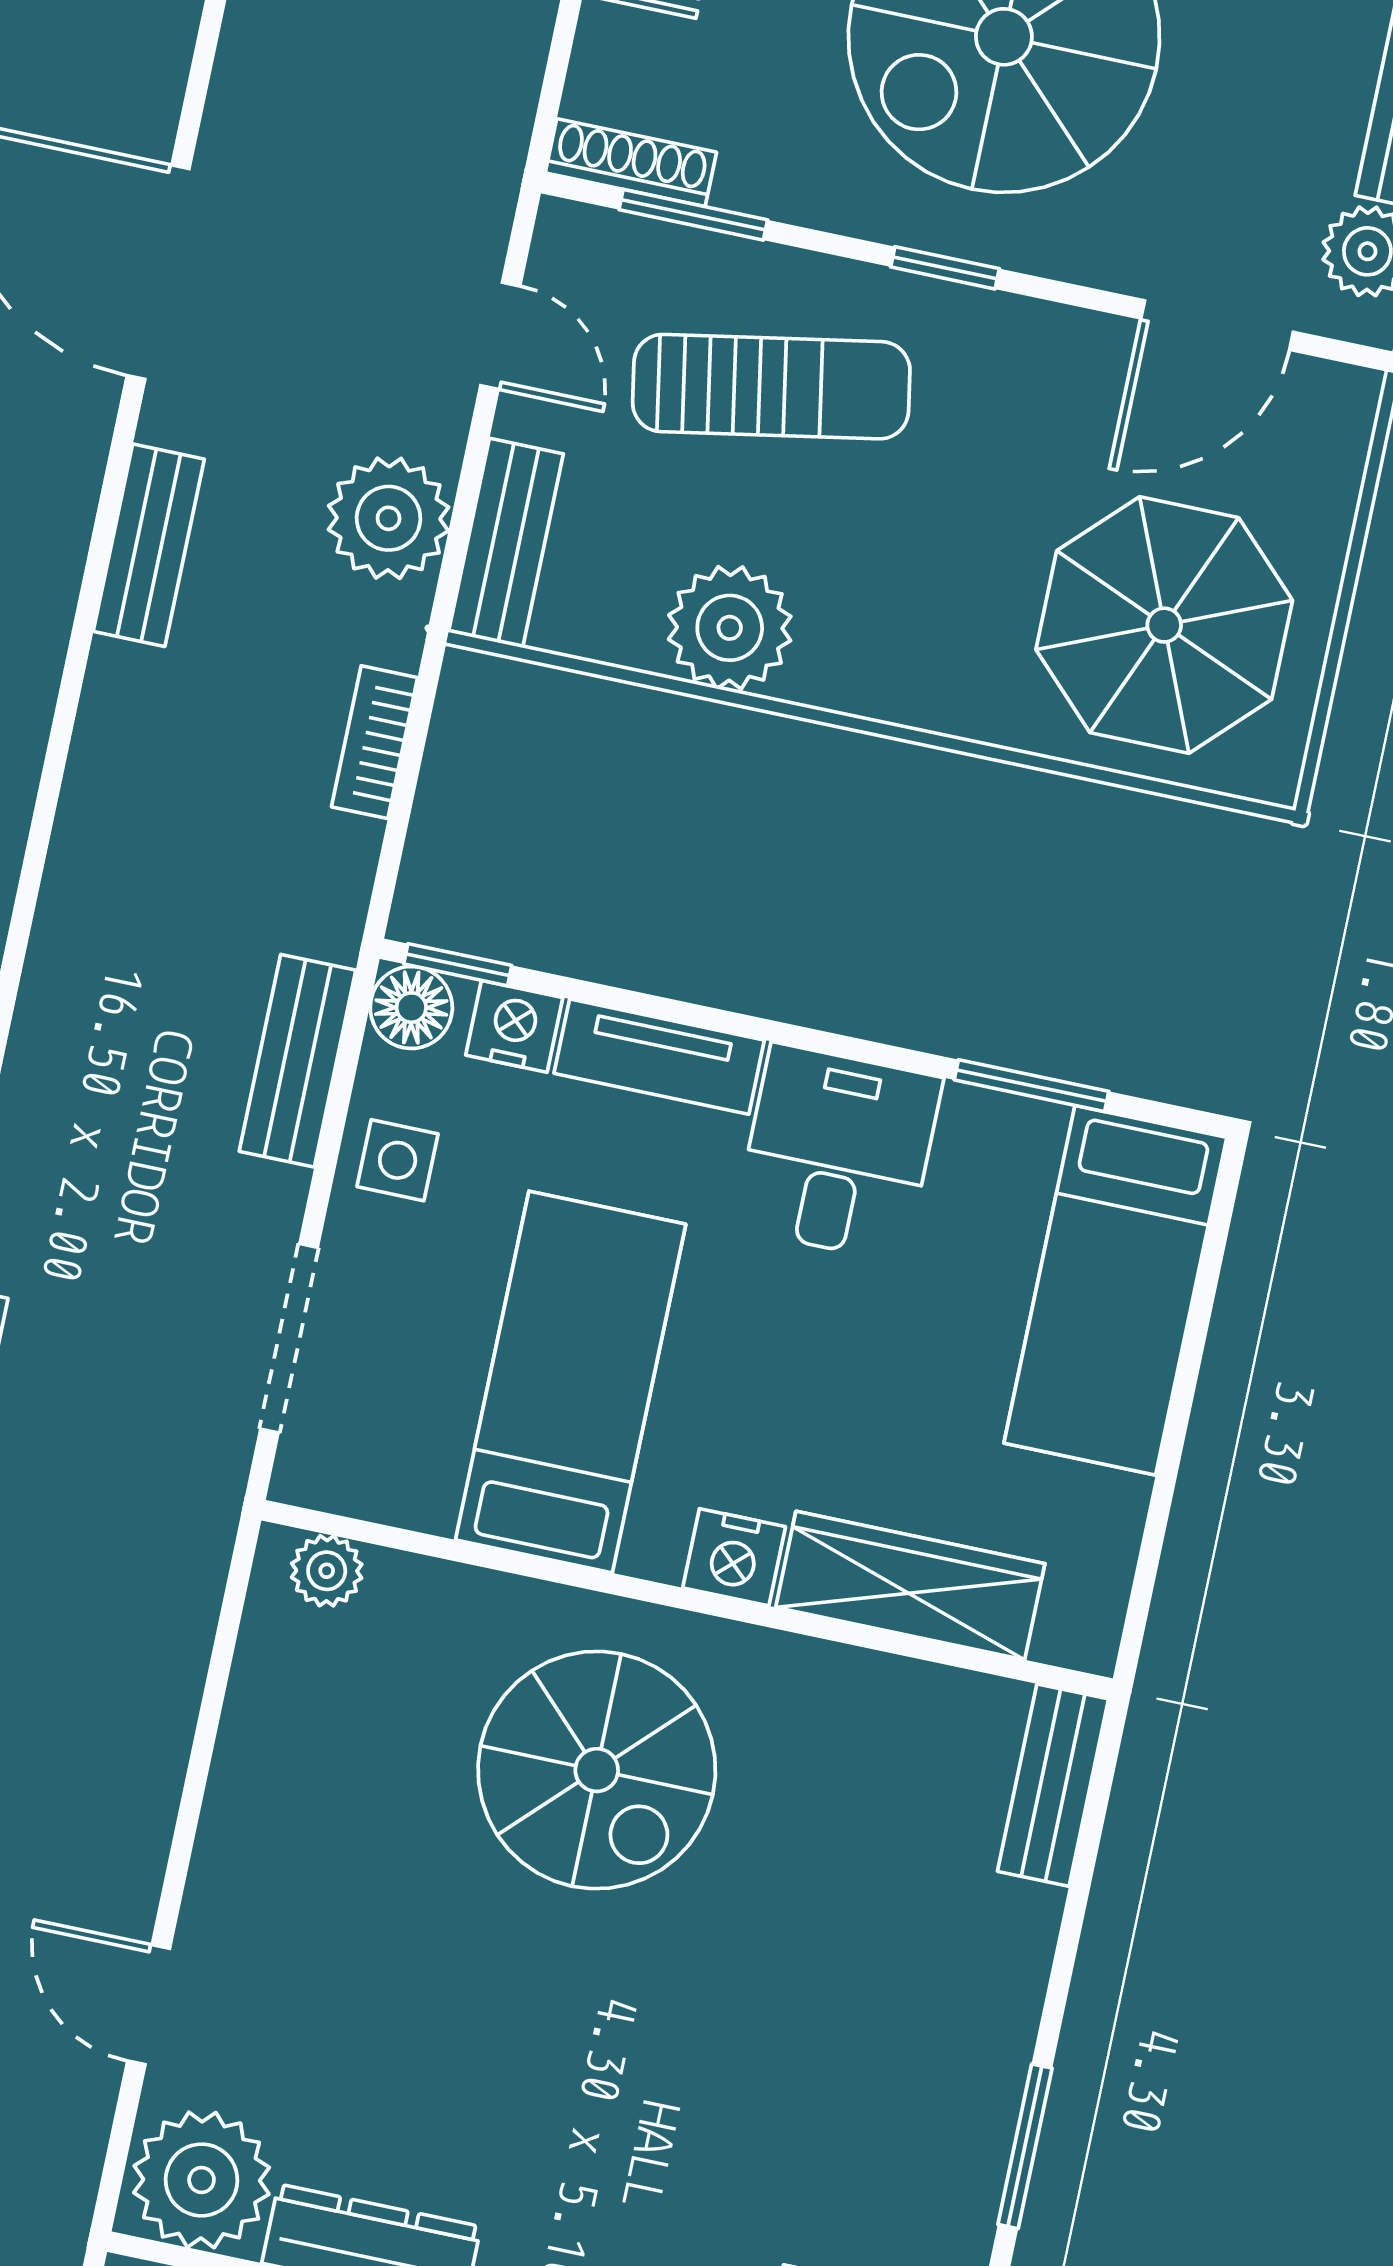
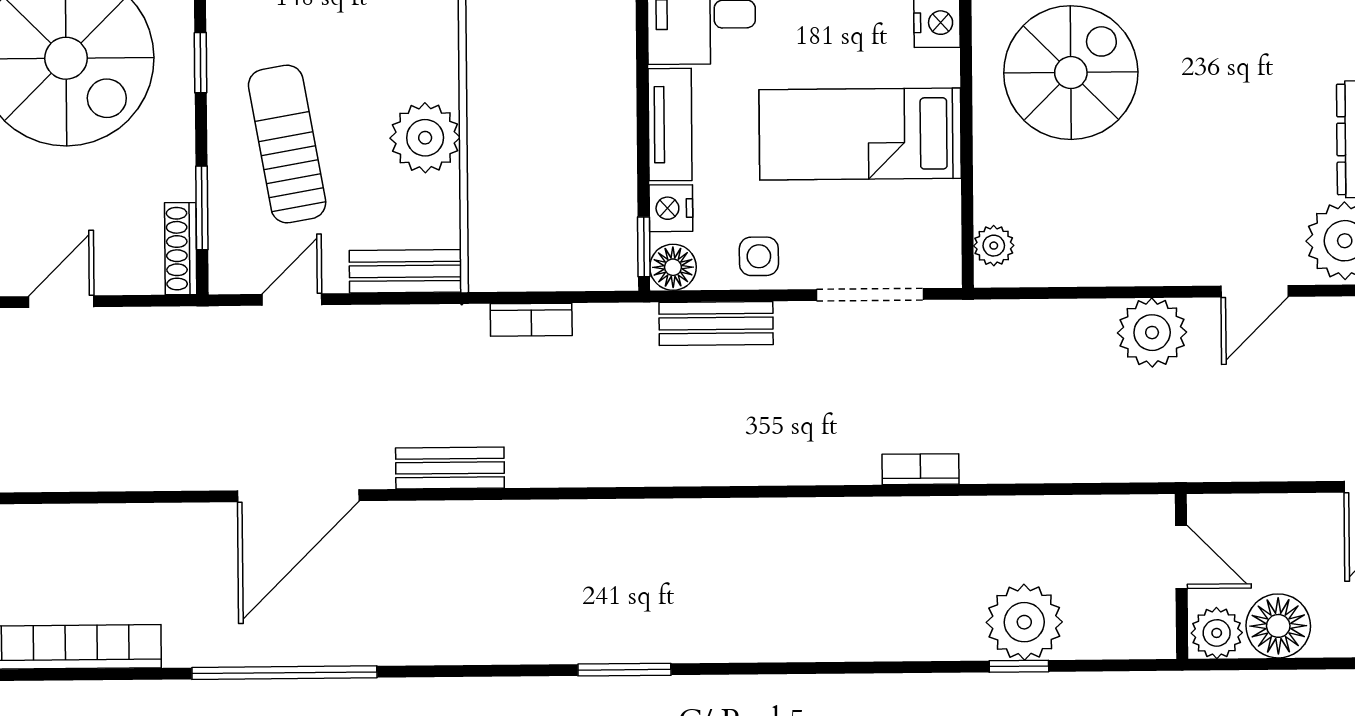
plant: (389, 518) -> (1152, 333), moved

